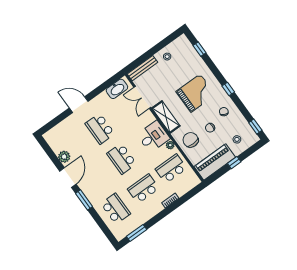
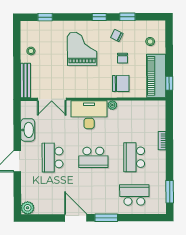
washbasin: (117, 89) -> (28, 130), moved
shelving: (166, 117) -> (84, 91), removed
window: (255, 126) -> (127, 17), moved
school desk: (100, 129) -> (53, 158), turned 90
desk: (153, 137) -> (89, 115), width x1.37
chair: (191, 140) -> (121, 83), turned 180
plant: (64, 157) -> (28, 208), moved
window: (234, 163) -> (169, 83), moved
school desk: (171, 169) -> (134, 119), removed

